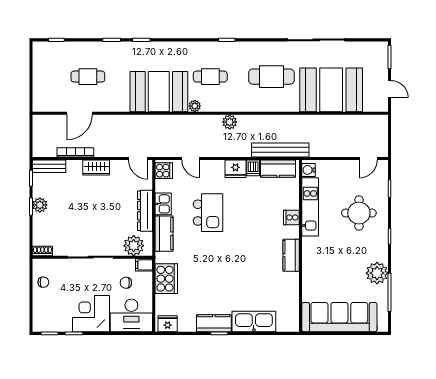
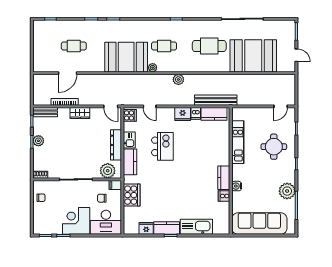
water cooler: (309, 170) -> (237, 186), moved
cooker: (291, 217) -> (224, 196), moved
fridge: (168, 324) -> (146, 228), moved

